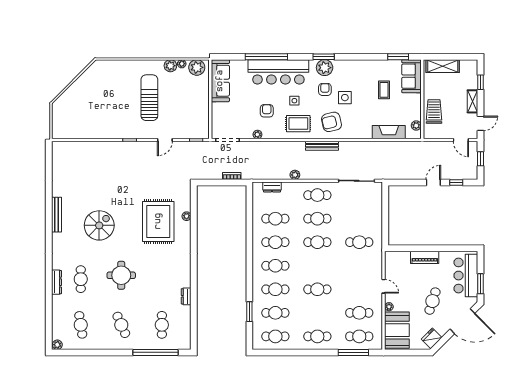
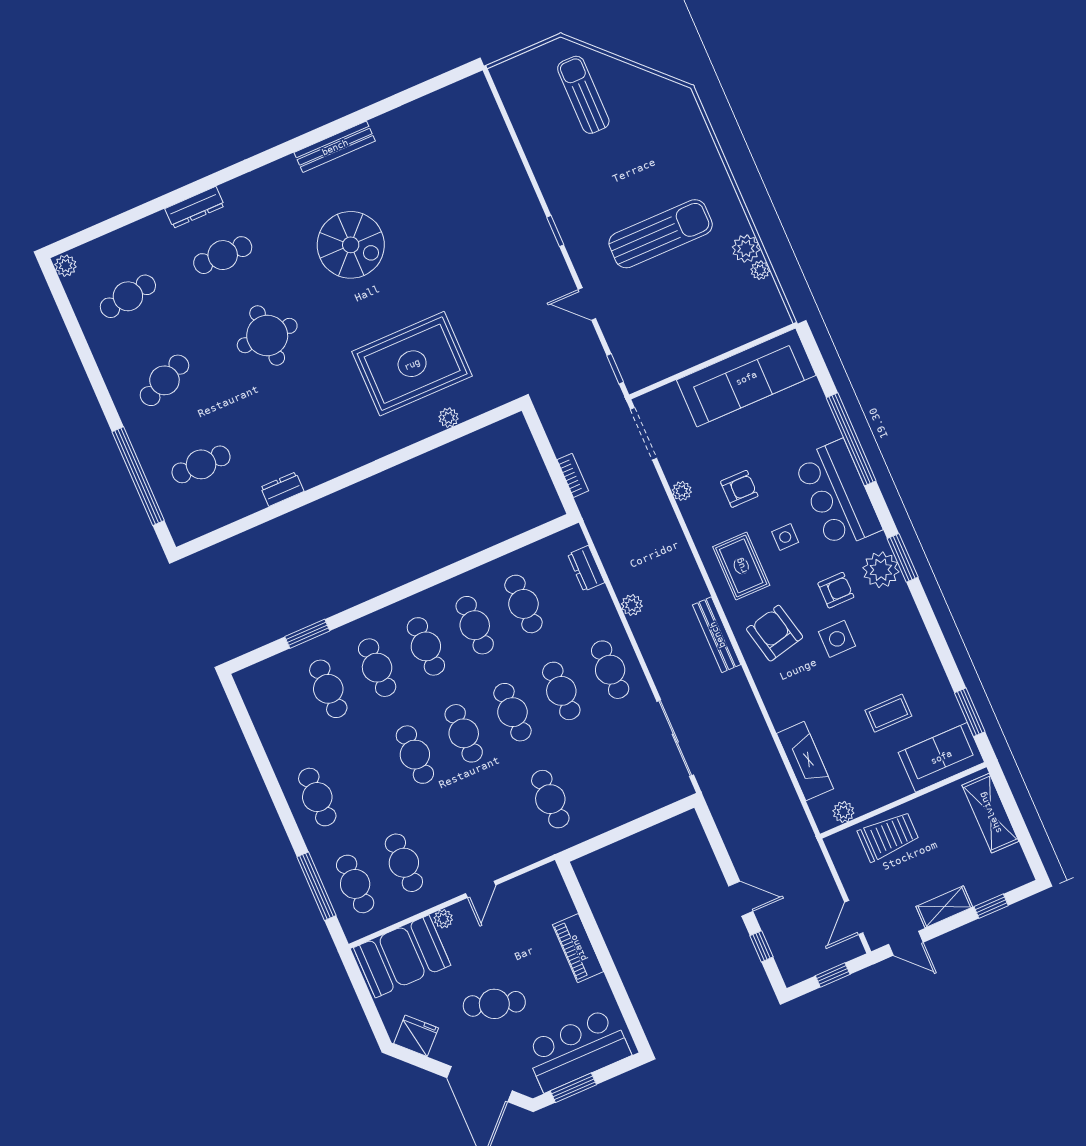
plant: (197, 67) -> (766, 305), removed
bar counter: (278, 72) -> (838, 495), width x0.73
sofa: (220, 81) -> (746, 378), width x1.36, depth x1.27
sun lounger: (79, 105) -> (583, 95), added
cafe table: (275, 336) -> (464, 733), moved

